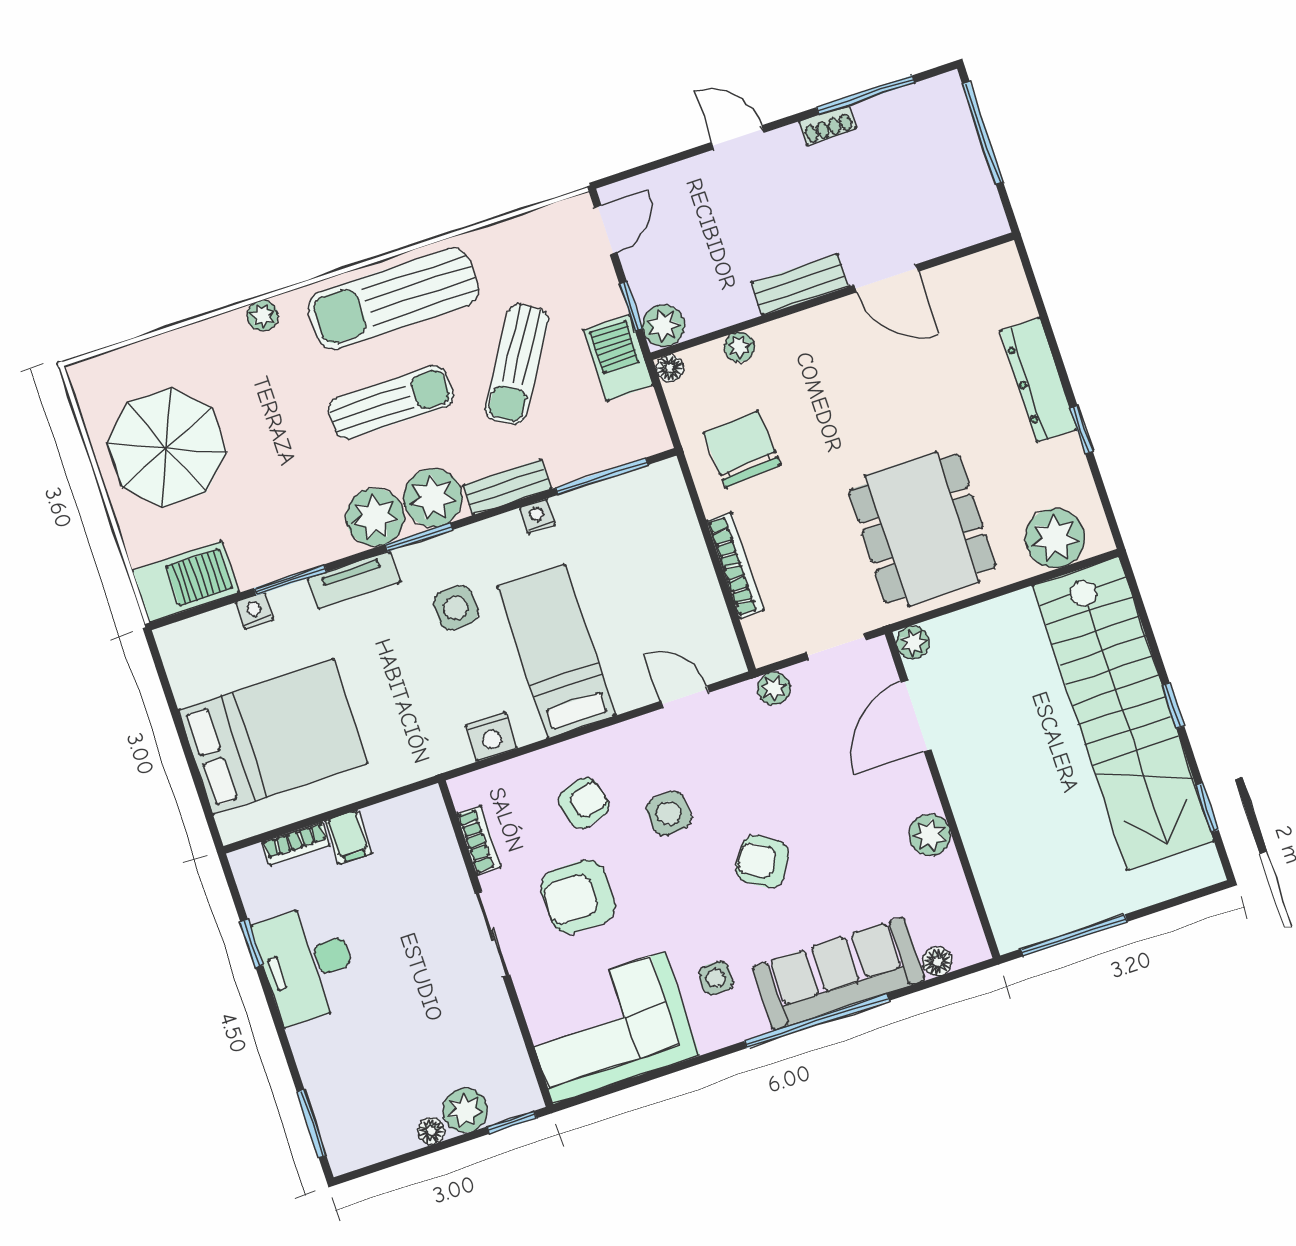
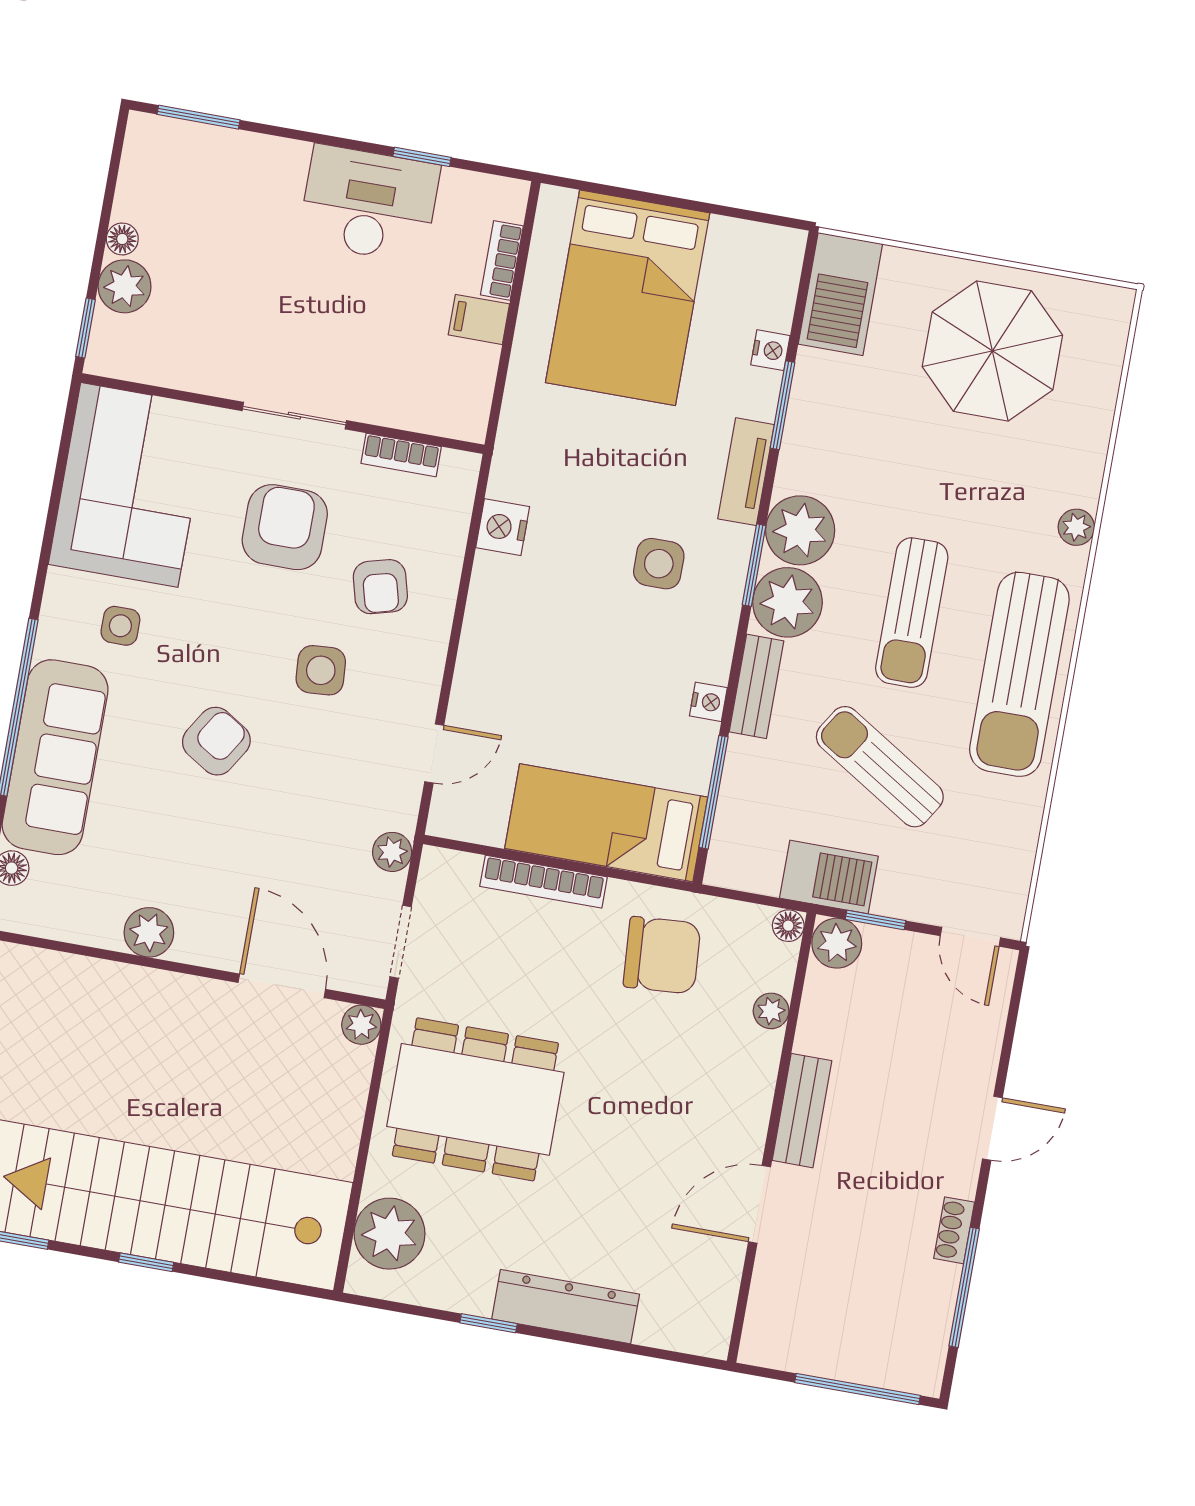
sun lounger: (393, 299) -> (1019, 674), turned 180
bed: (556, 651) -> (606, 823), moved, turned 180

